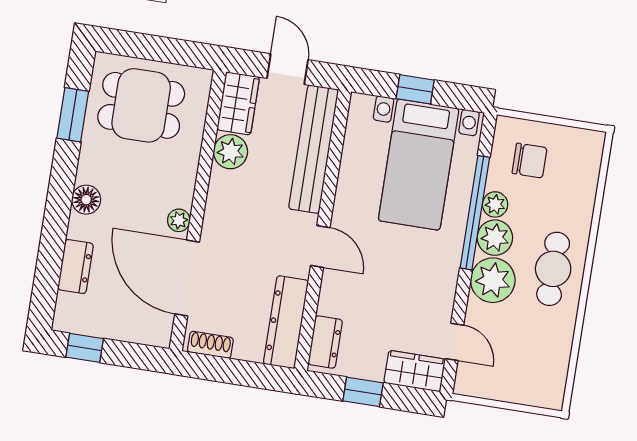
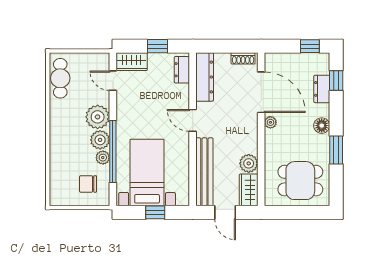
window: (73, 115) -> (336, 150), moved
cafe table: (553, 269) -> (60, 78), moved
window: (47, 278) -> (336, 81), added

